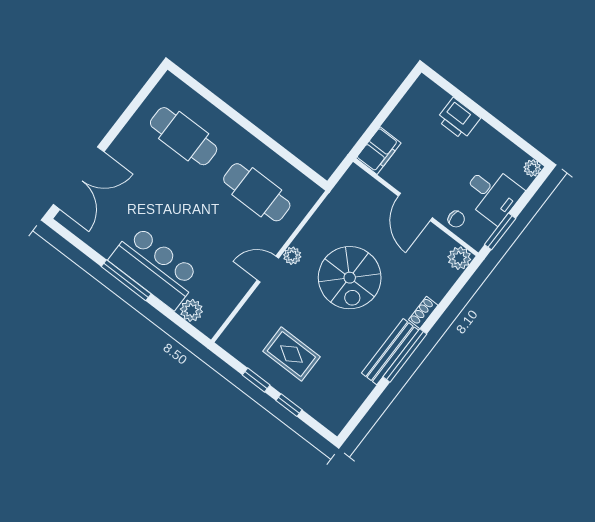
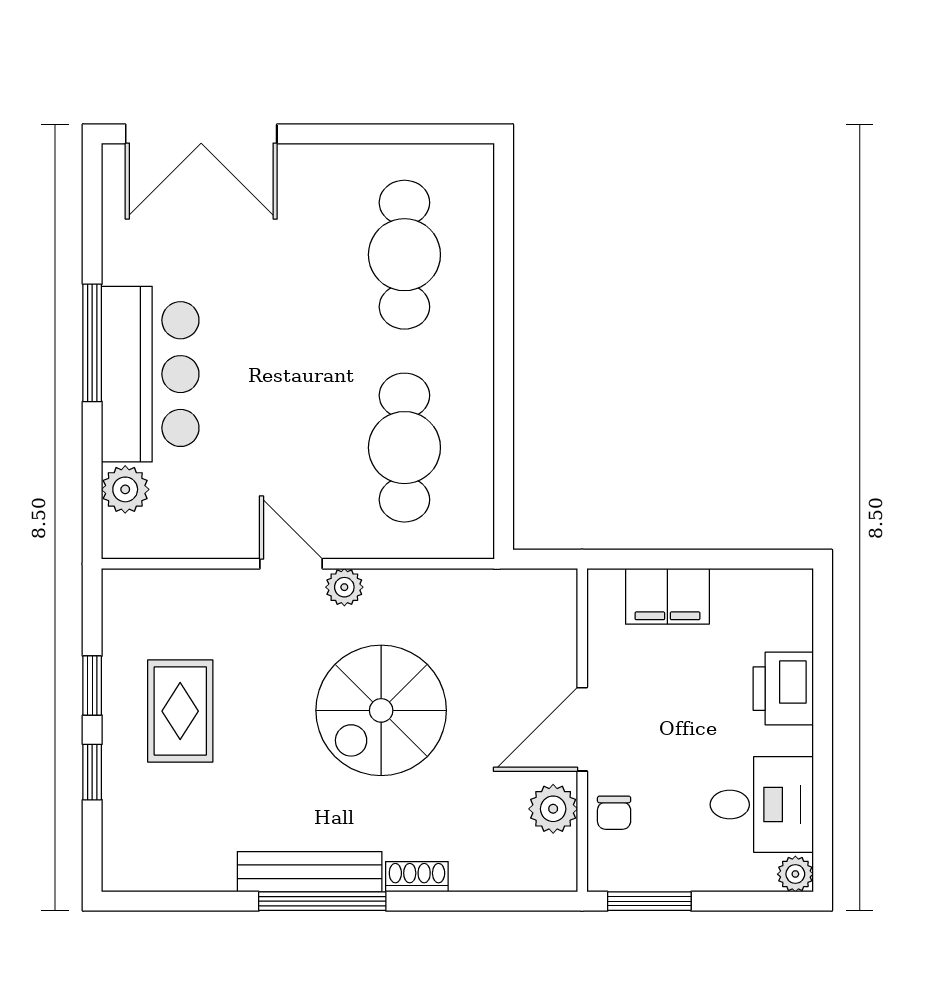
filing cabinet: (378, 151) -> (667, 596), moved
desk: (492, 194) -> (762, 805), moved, turned -90
plant: (459, 258) -> (553, 809), moved

